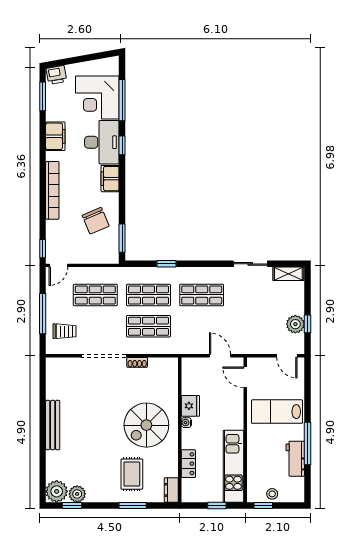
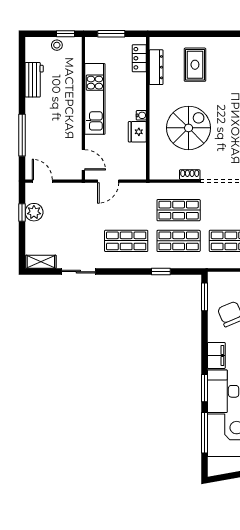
window: (122, 145) -> (205, 388), width x1.50
door: (220, 356) -> (108, 181), hinge flipped
lab bench: (277, 412) -> (52, 126), removed
spiral stairs: (146, 425) -> (189, 128), moved
window: (308, 444) -> (22, 135), moved
locker: (188, 464) -> (139, 58), moved
kitchen unit: (233, 466) -> (95, 99), moved
dresser: (171, 490) -> (156, 67), moved, width x1.44
window: (133, 505) -> (194, 34), removed
window: (217, 505) -> (111, 34), width x1.50

